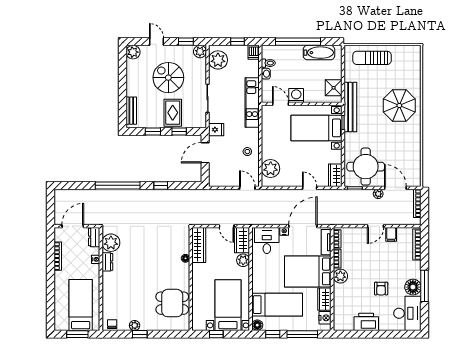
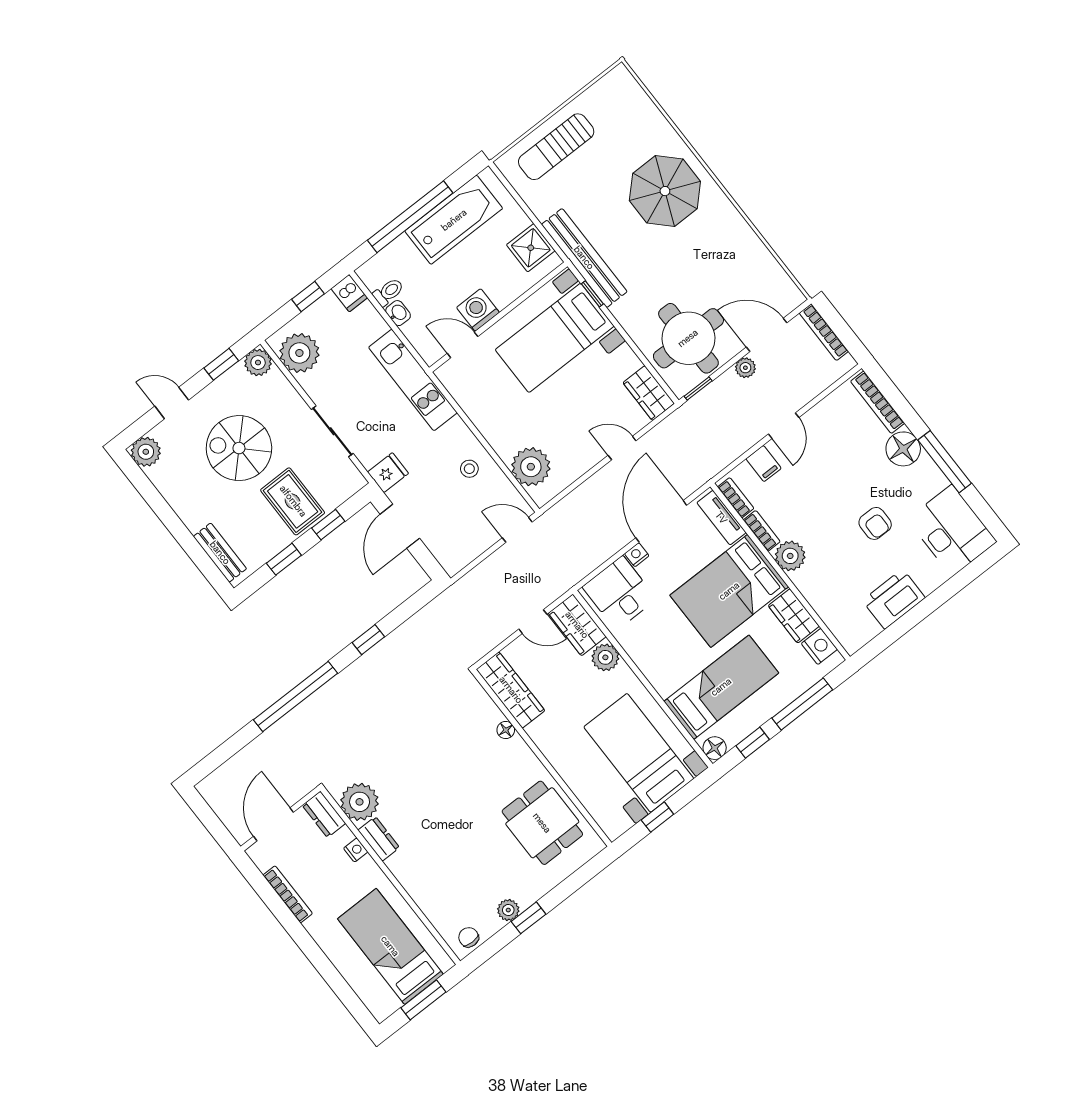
bathtub: (319, 53) -> (454, 220), width x1.36, depth x1.36
filing cabinet: (391, 234) -> (764, 464), moved
floor lamp: (413, 287) -> (903, 449), moved
dining table: (172, 303) -> (542, 823), turned 90

